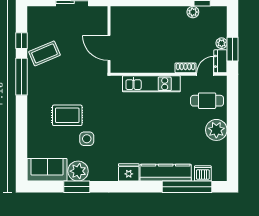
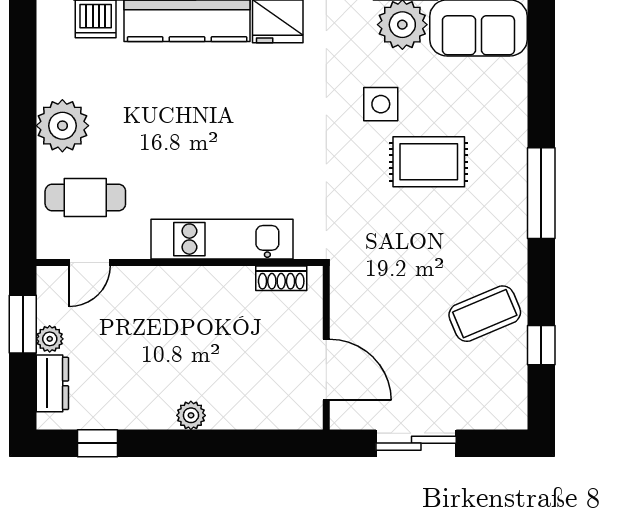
plant: (193, 12) -> (191, 415), moved
door: (109, 48) -> (326, 370), moved
dresser: (220, 61) -> (52, 383), moved
shoe rack: (185, 68) -> (281, 278), moved
window: (21, 77) -> (541, 193), moved

